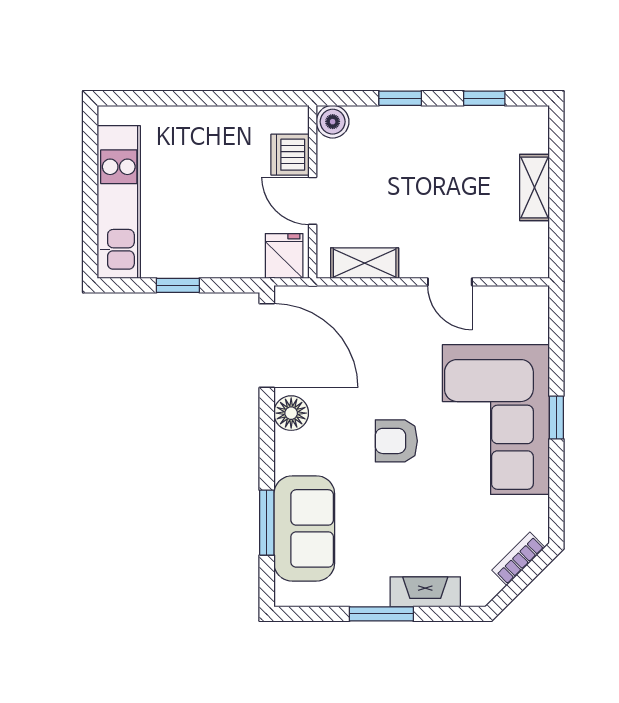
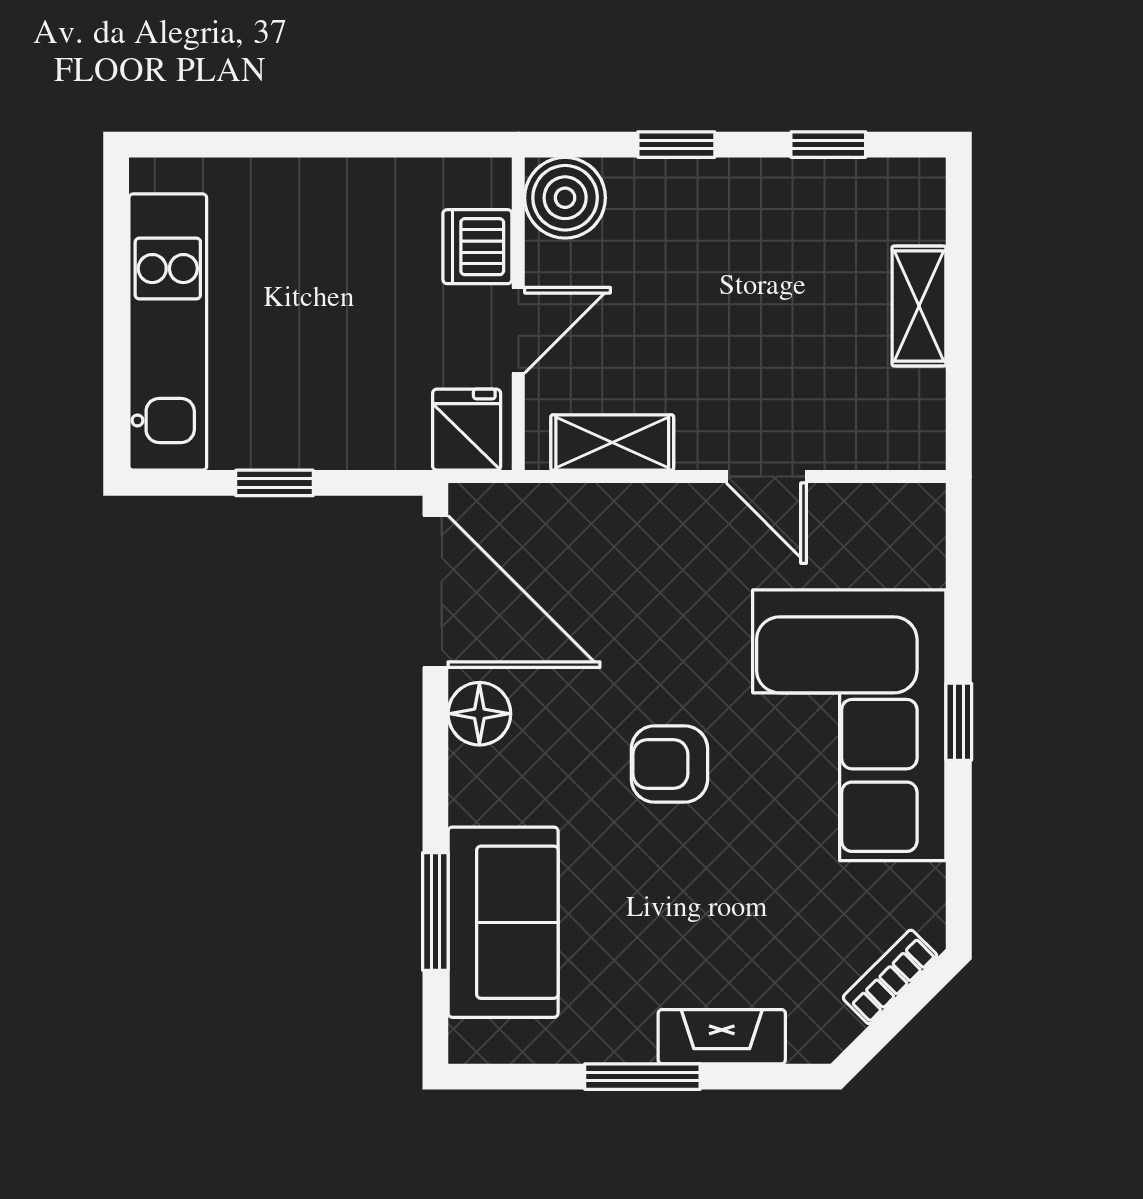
boiler: (333, 122) -> (565, 198), width x1.36, depth x1.36
door: (313, 201) -> (518, 330), swing flipped

